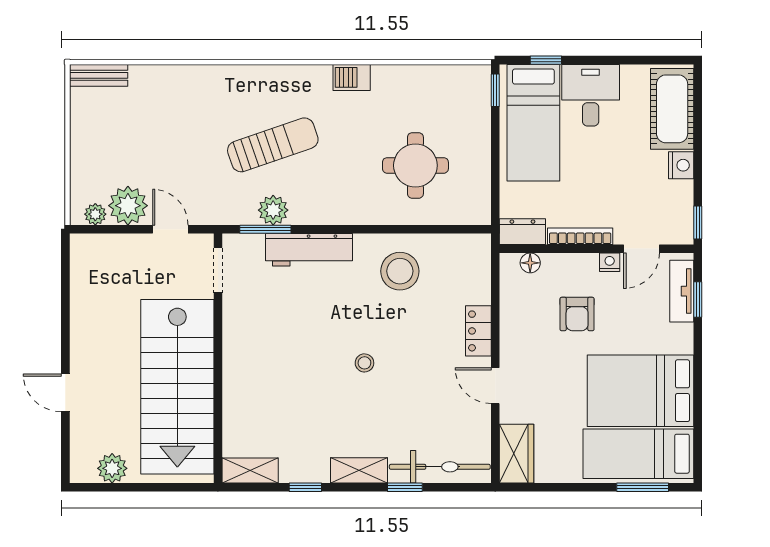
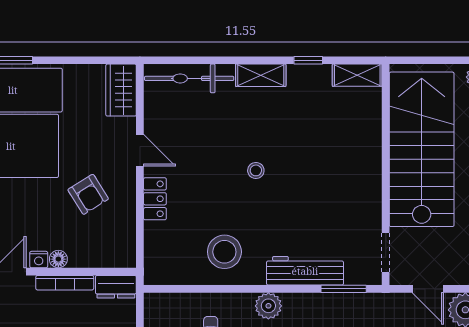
plant: (273, 210) -> (268, 306), moved
floor lamp: (530, 263) -> (58, 259), moved
armchair: (577, 314) -> (88, 194), moved, turned 148
window: (405, 487) -> (220, 60), removed

